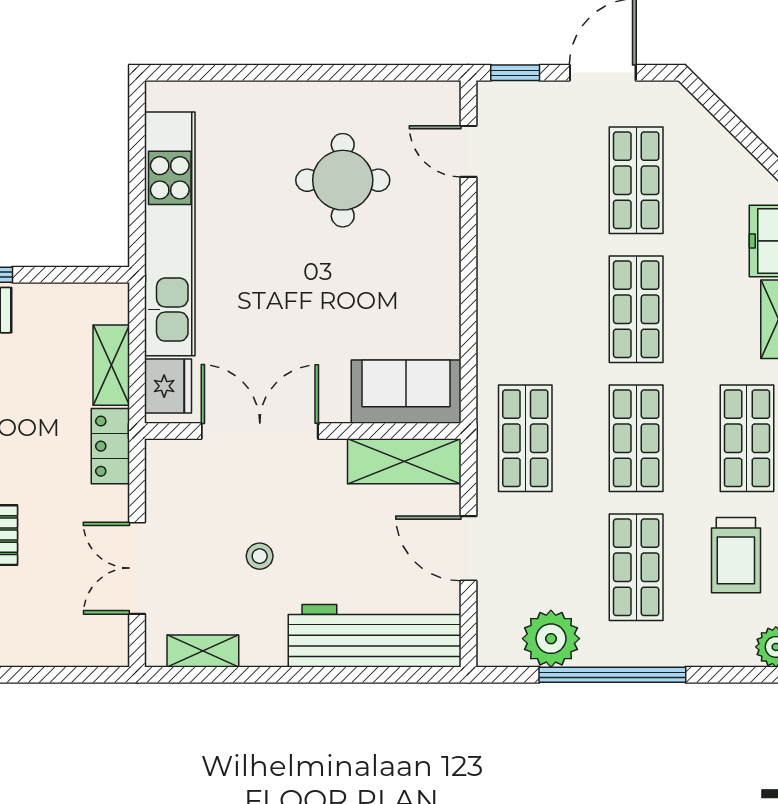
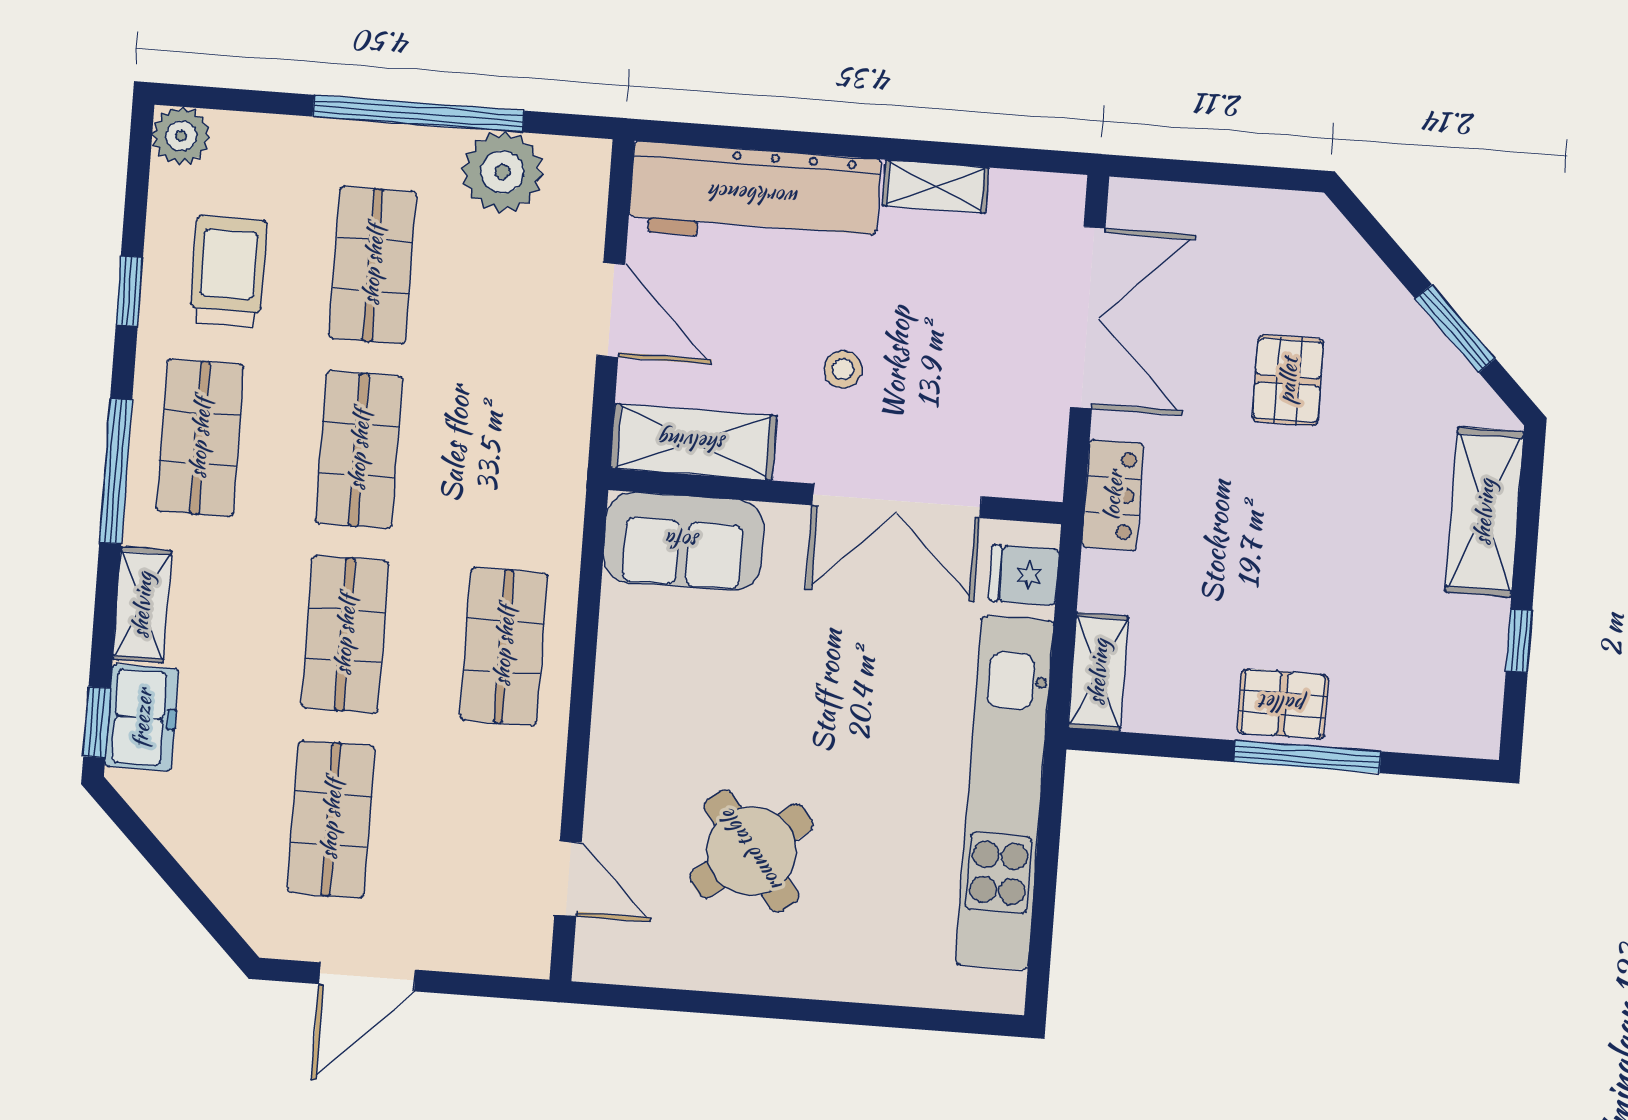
window: (515, 73) -> (493, 986), removed
round table: (343, 180) -> (751, 851), turned -38
shelving: (111, 365) -> (1098, 672), moved
fridge: (168, 386) -> (1024, 575), width x0.72
shop shelf: (525, 438) -> (504, 646), moved
stool: (260, 556) -> (843, 369), moved
double door: (137, 568) -> (1088, 318), width x1.37
shelving: (203, 651) -> (935, 187), moved

